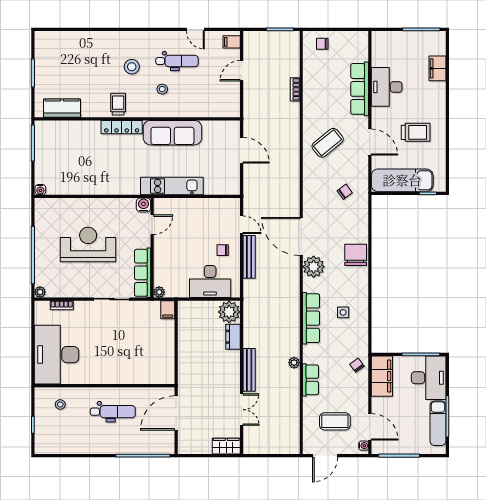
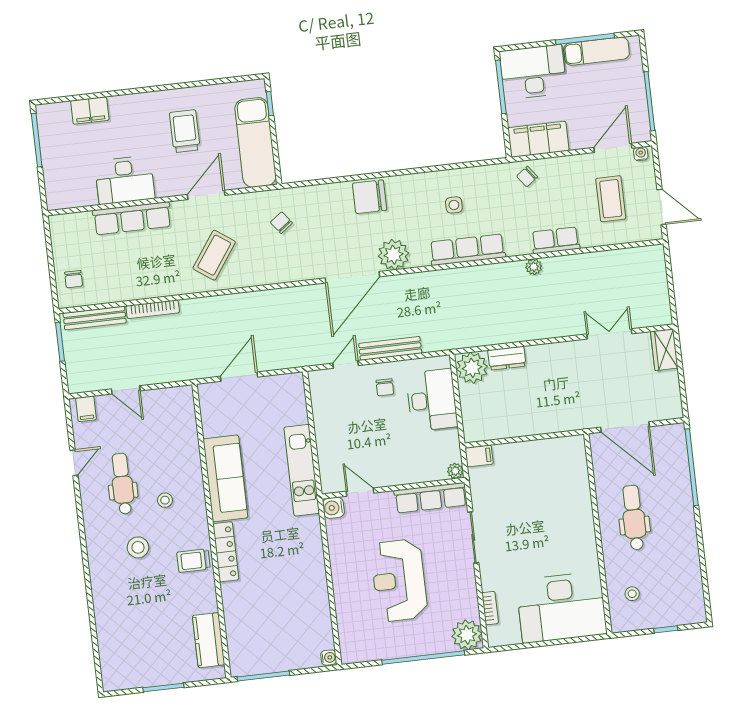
bookcase: (295, 89) -> (153, 309), width x1.56
coffee table: (328, 143) -> (214, 255), turned 74
plant: (40, 292) -> (467, 635), width x1.87, depth x1.87
bench: (249, 370) -> (95, 318), moved

